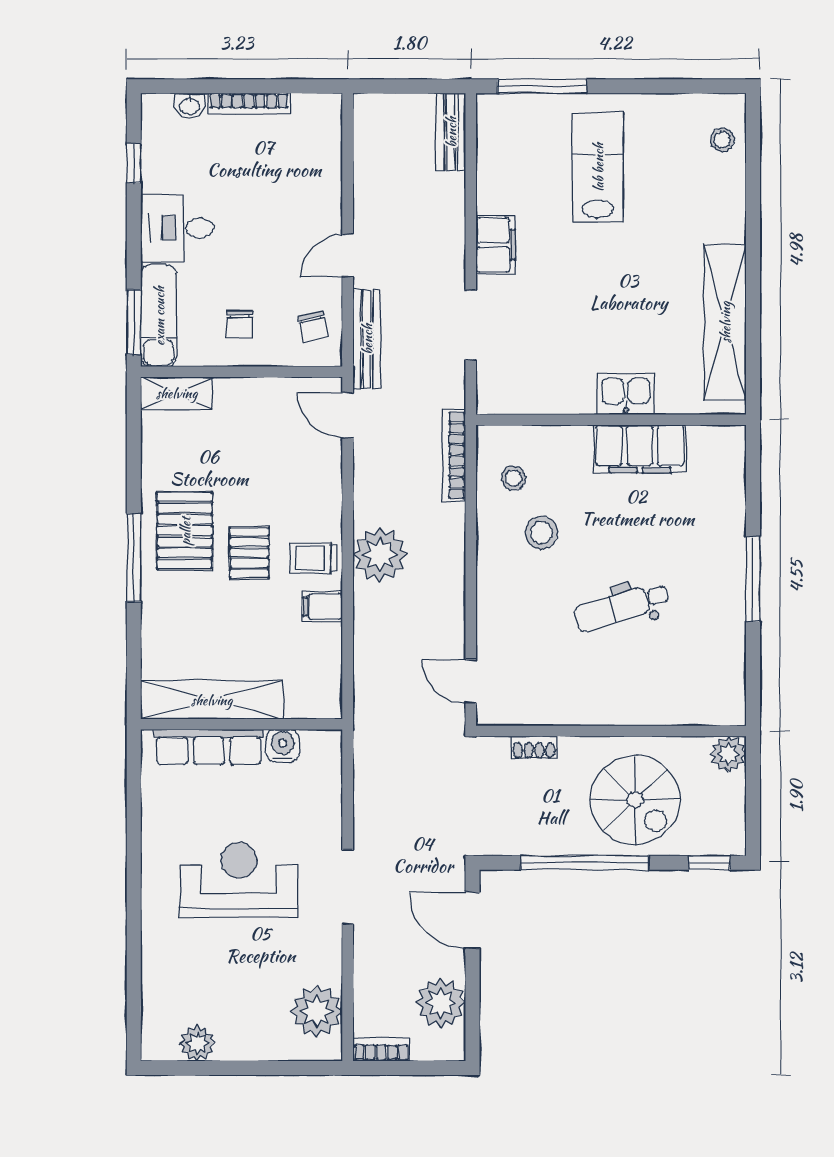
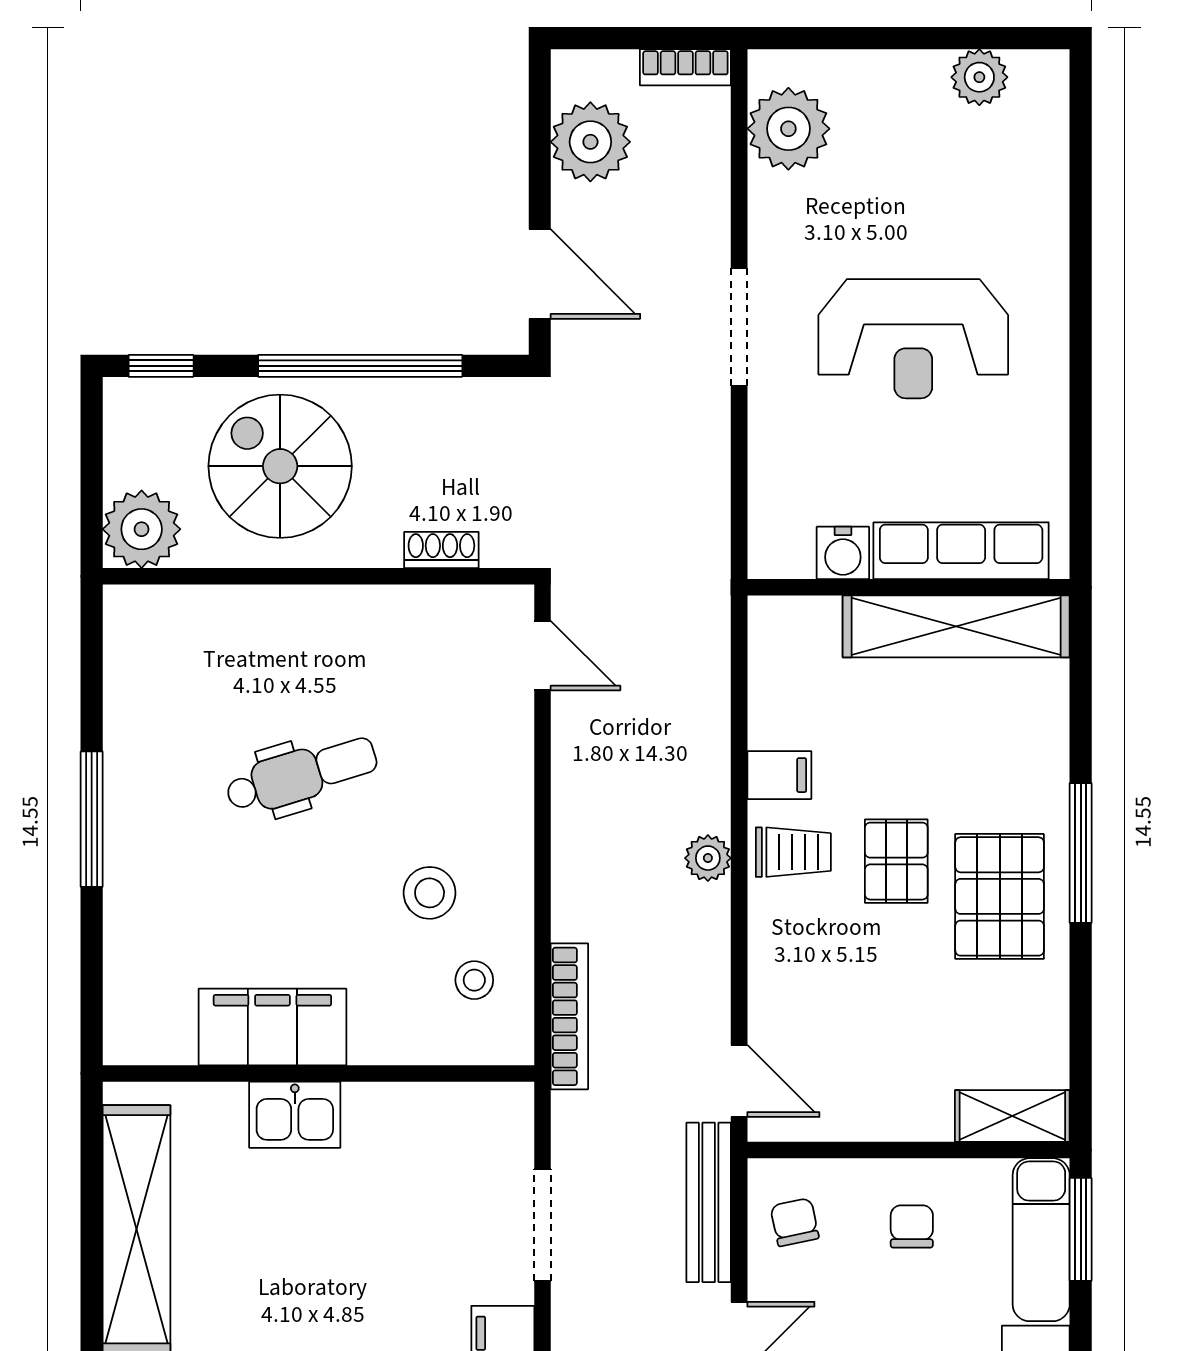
plant: (380, 555) -> (708, 858), width x0.53, depth x0.53
plant: (728, 754) -> (142, 529), width x1.36, depth x1.36

